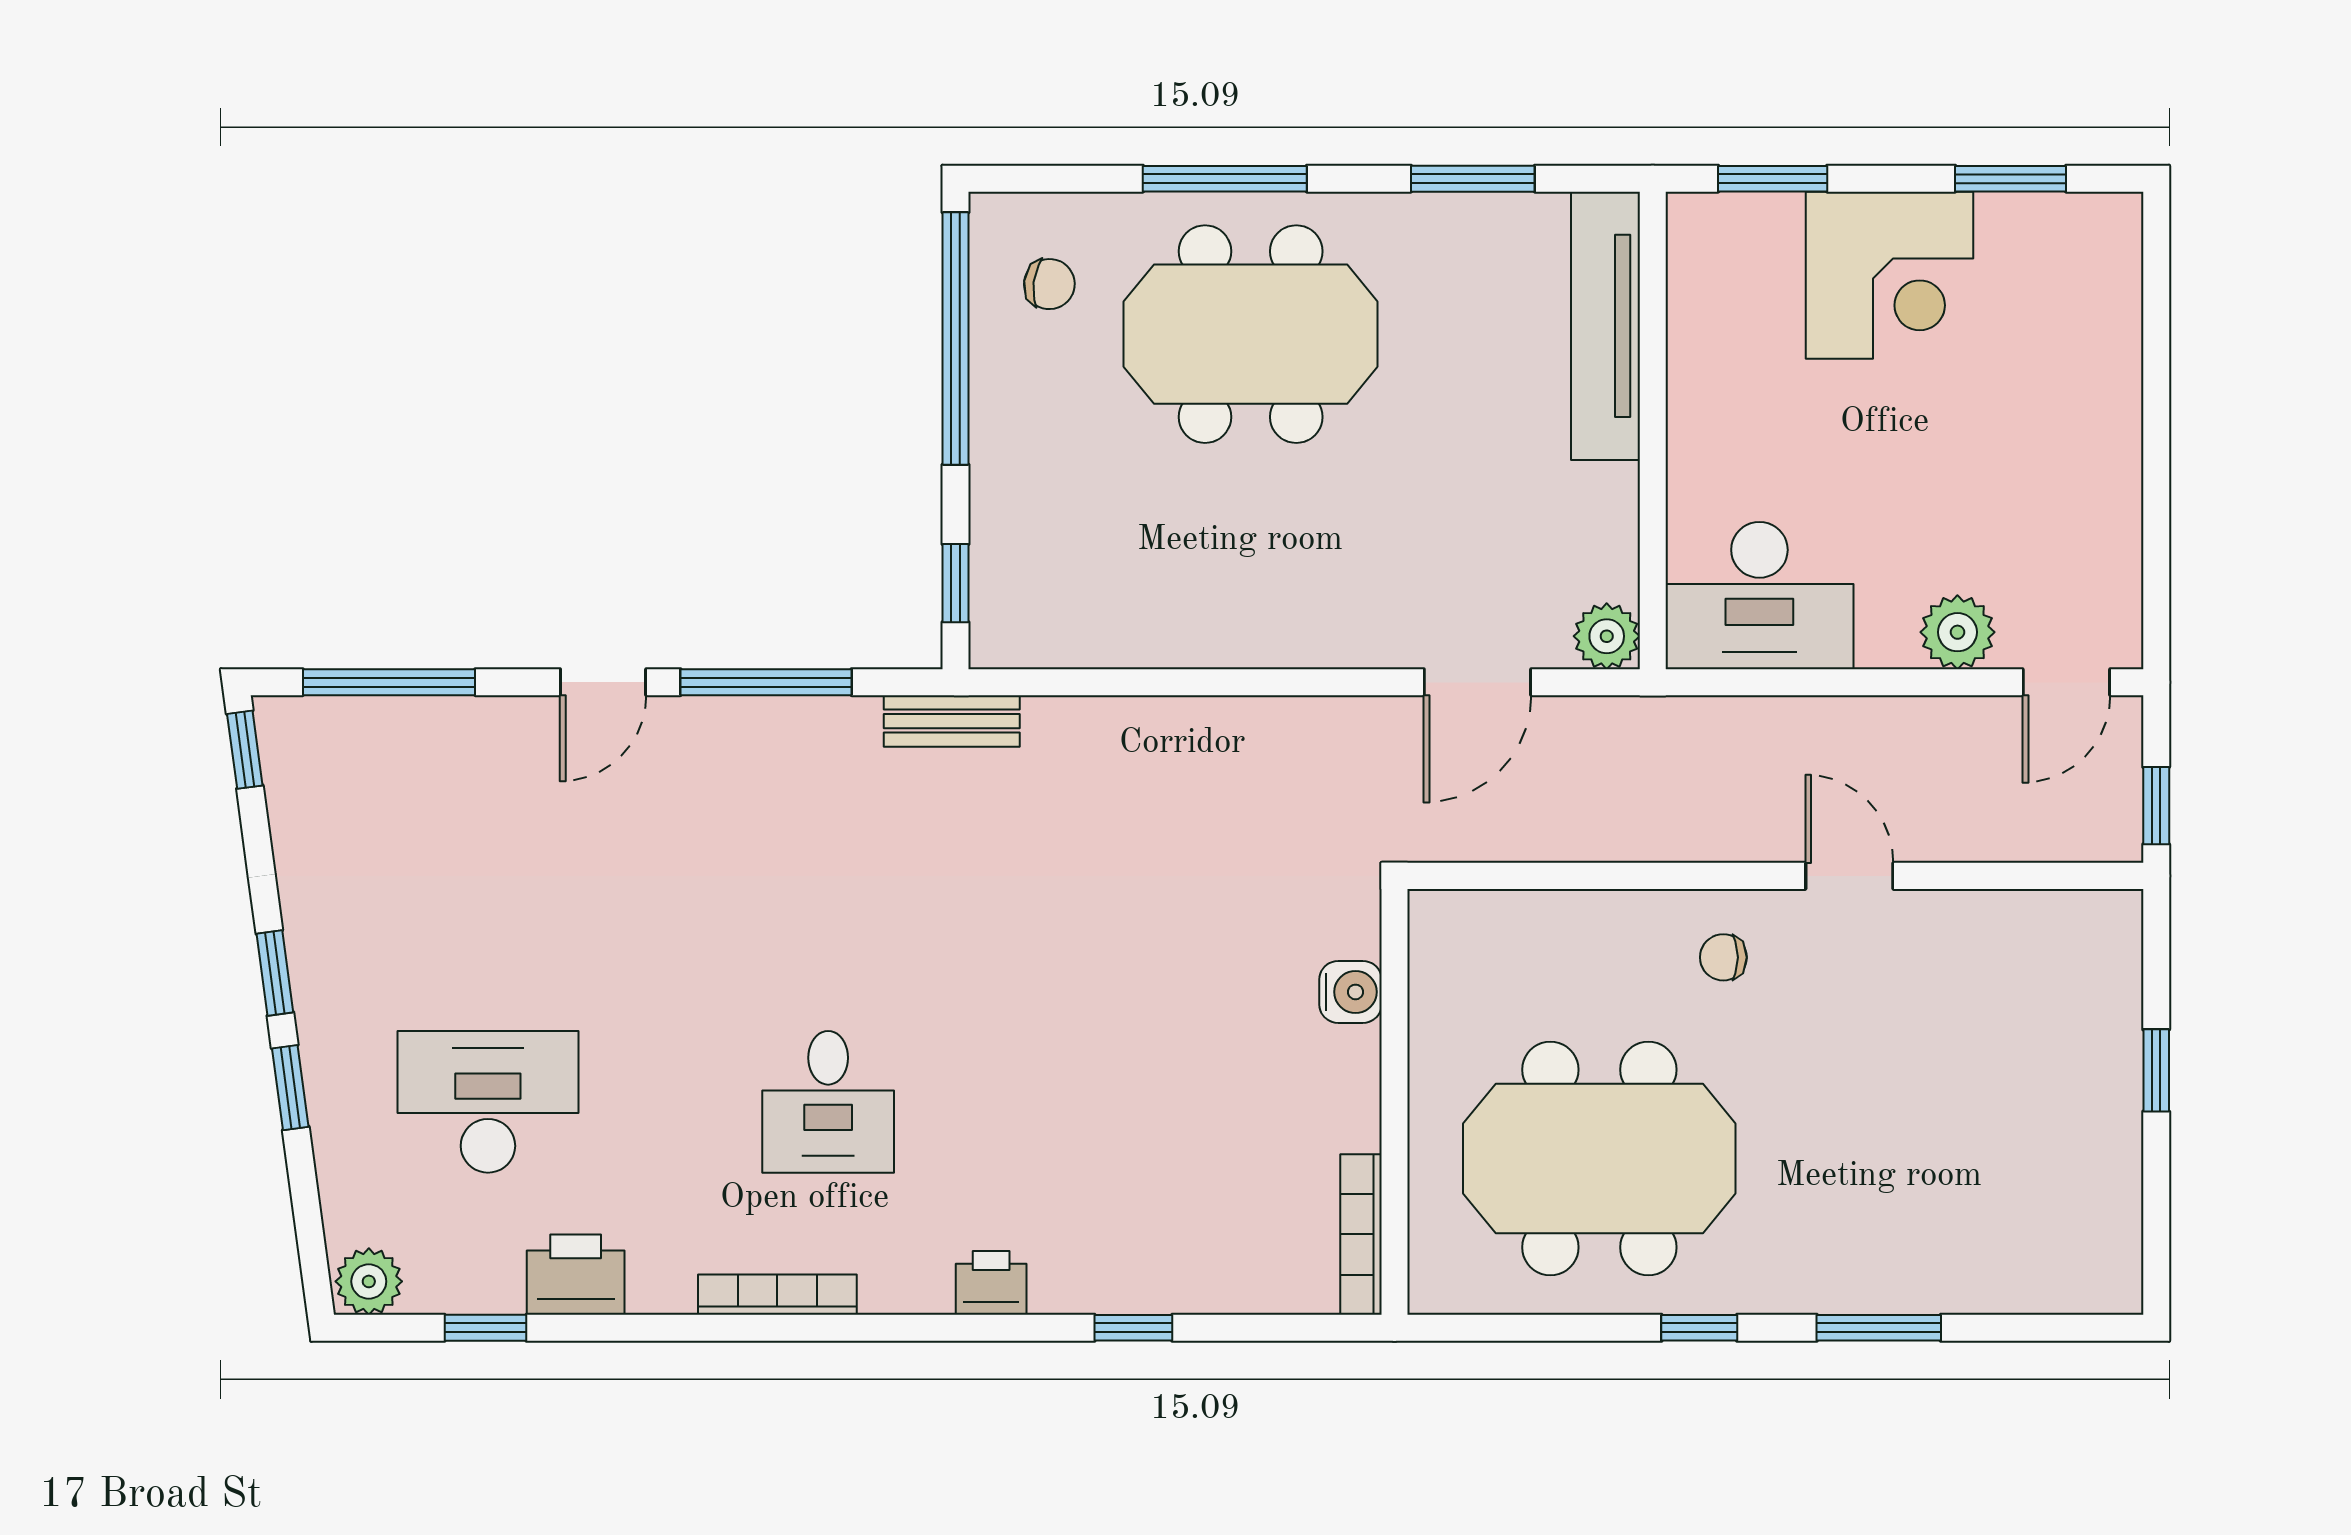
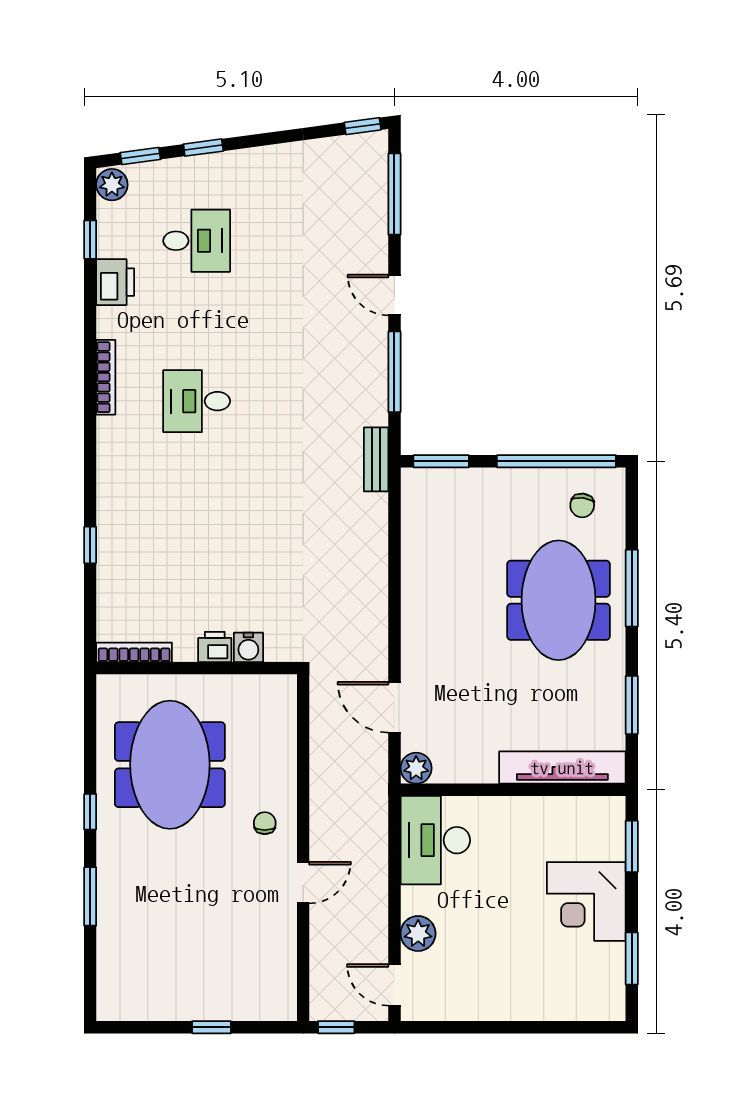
window: (956, 583) -> (441, 461), width x1.50
window: (275, 973) -> (140, 156), moved
desk: (488, 1102) -> (197, 241), width x0.73
printer: (991, 1283) -> (215, 647), moved, turned -90

